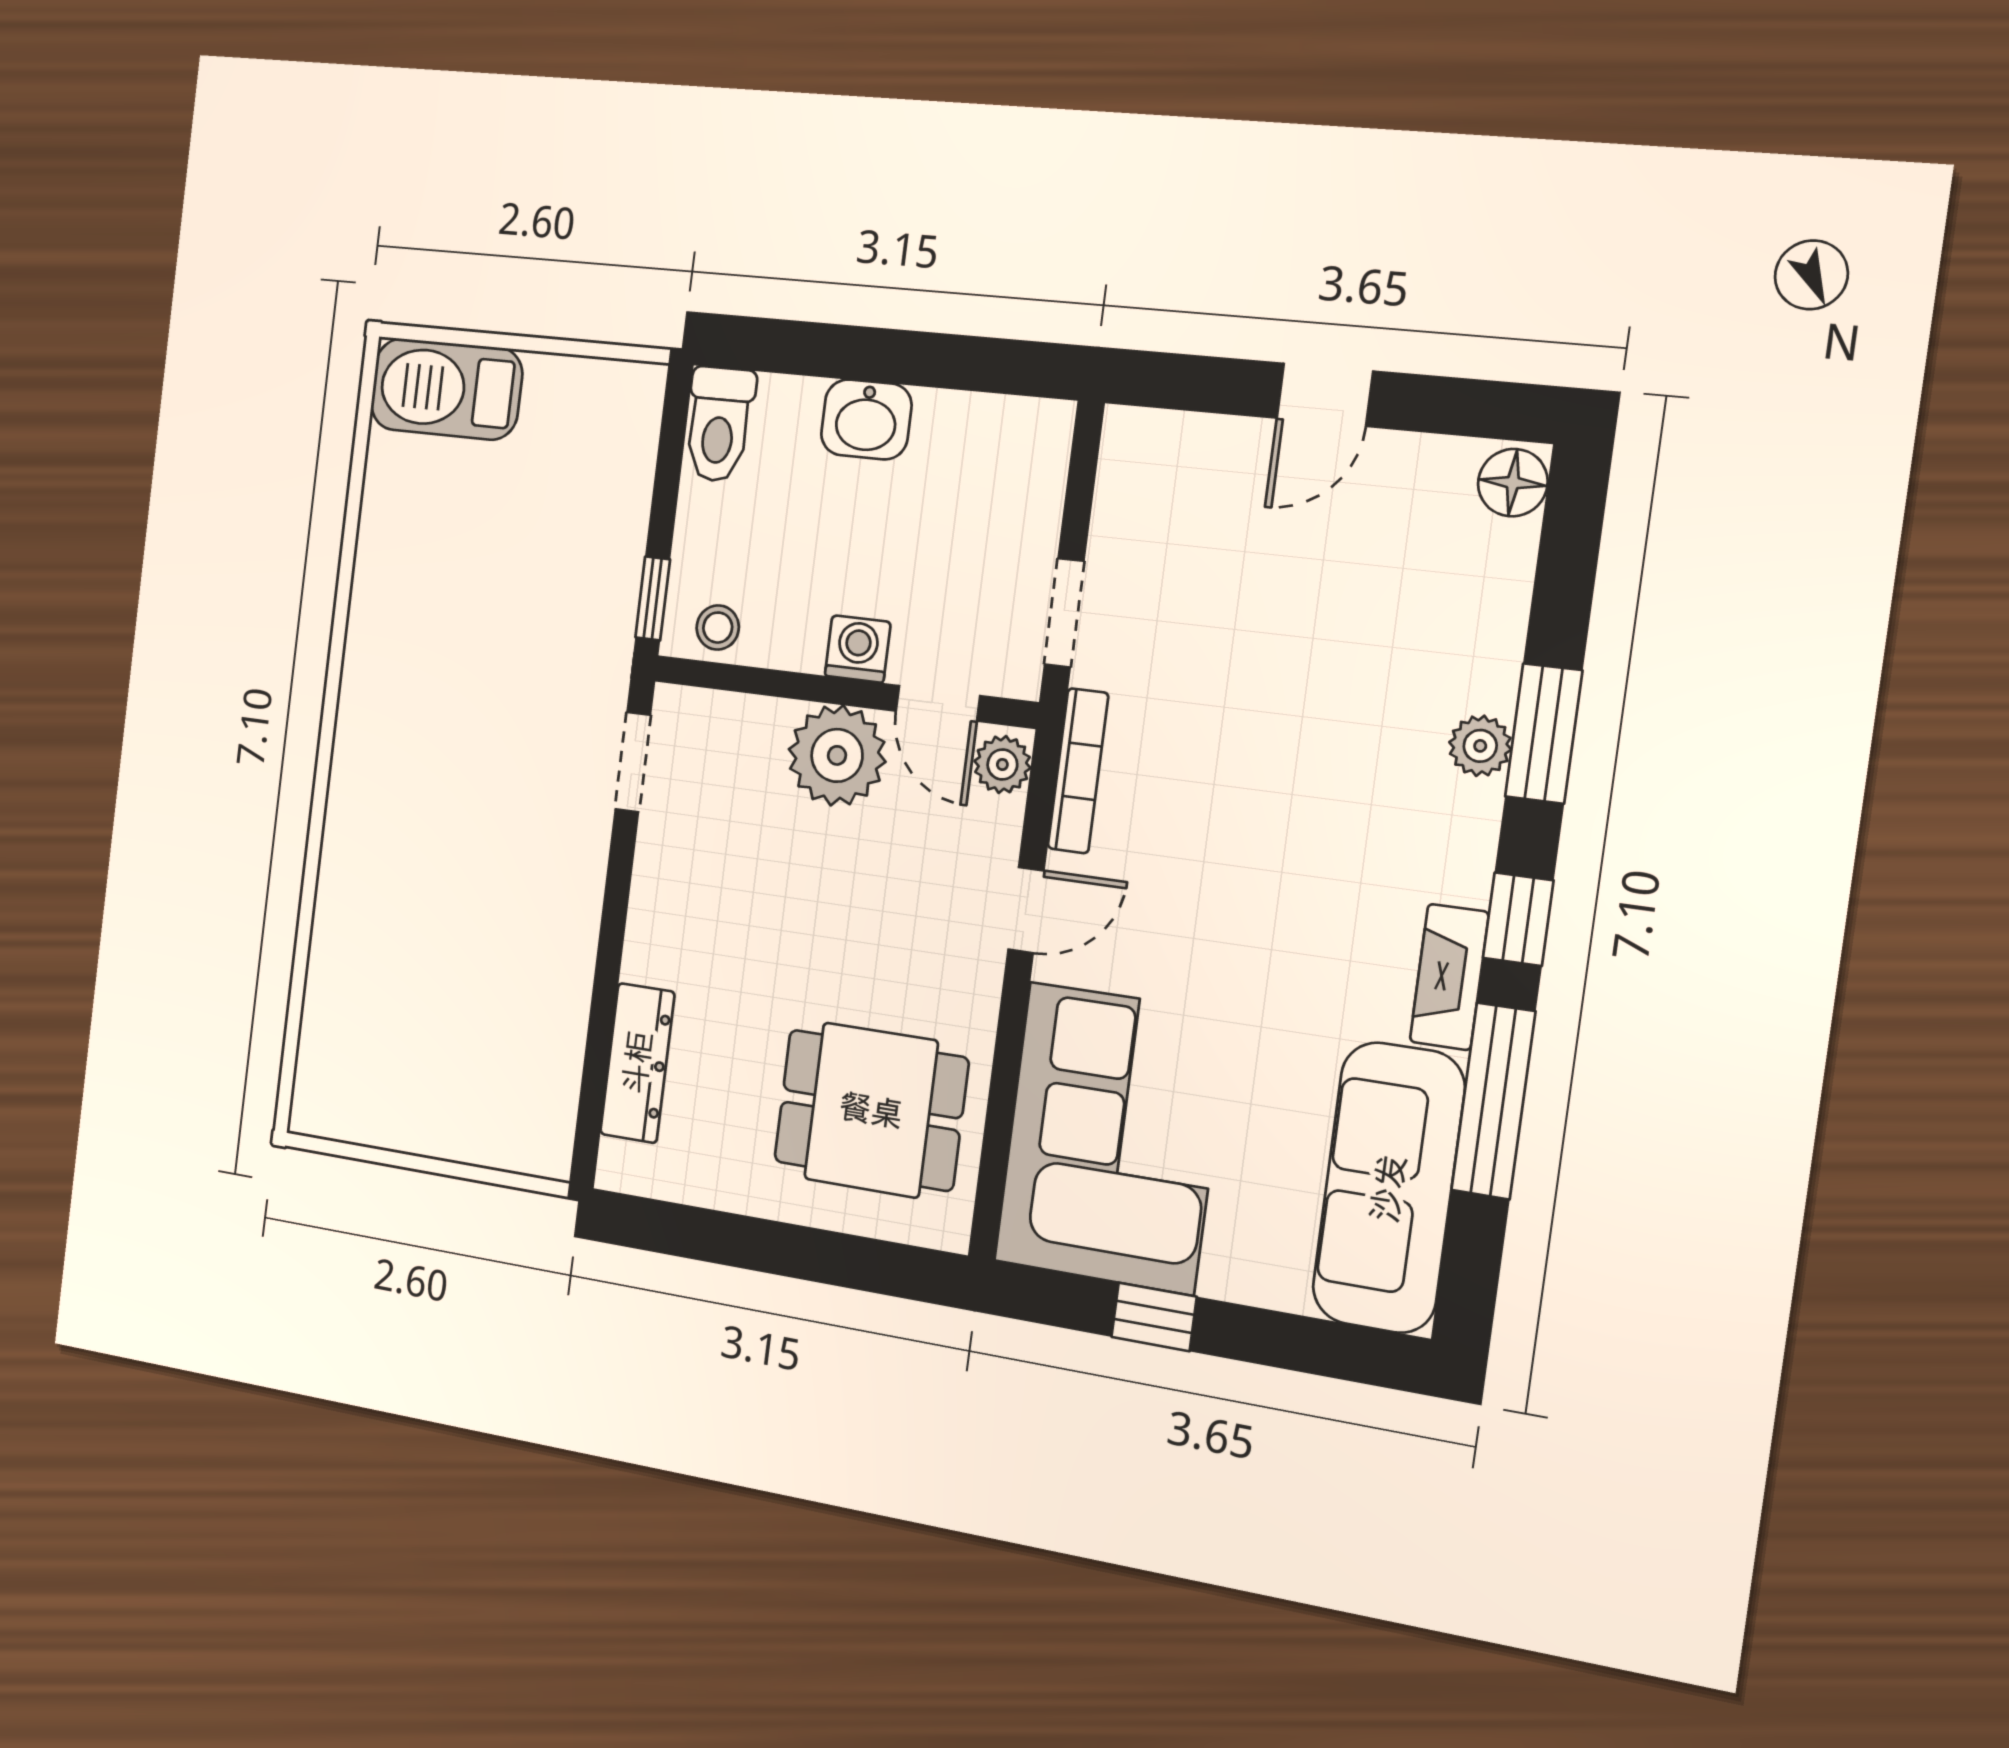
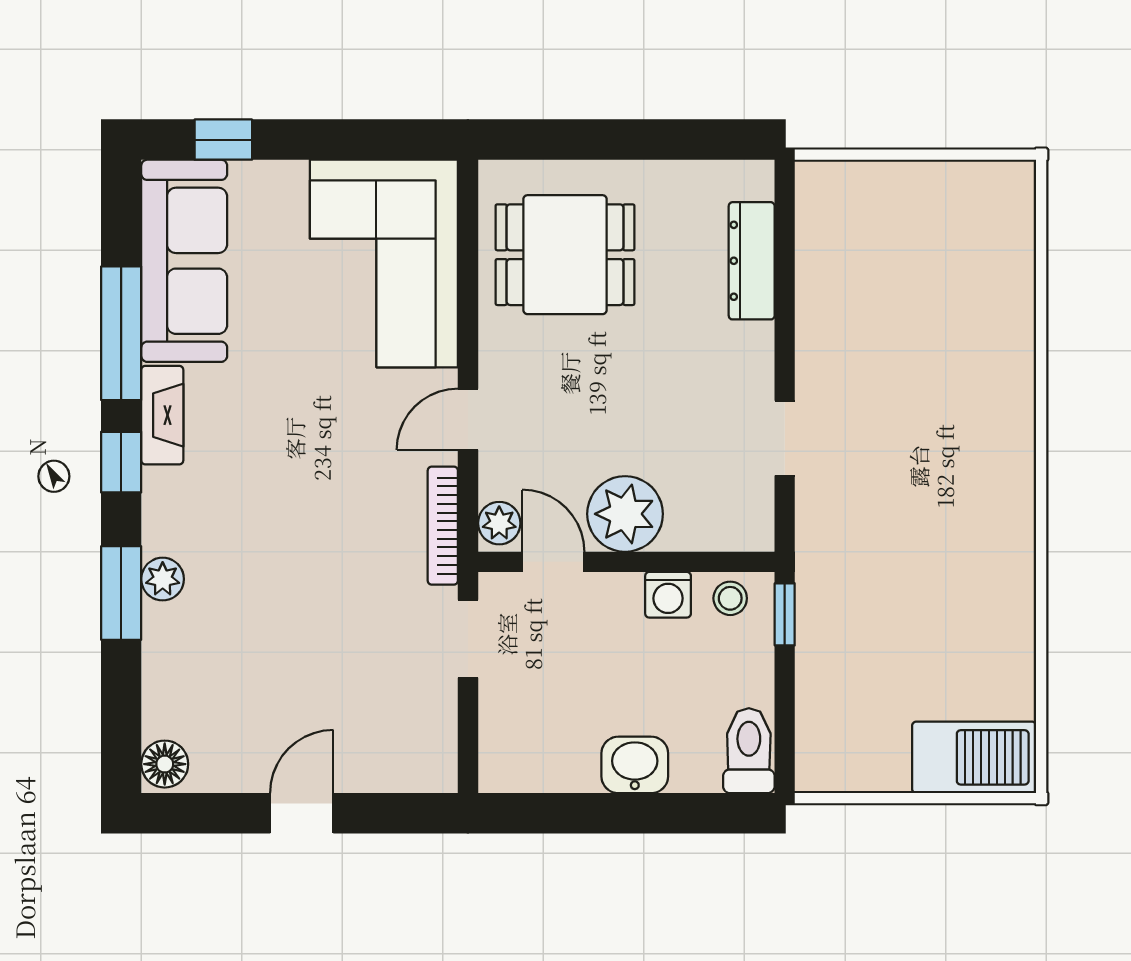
washing machine: (858, 649) -> (668, 595), moved
doorway: (633, 762) -> (785, 438), moved
window: (1154, 1317) -> (223, 140), moved

